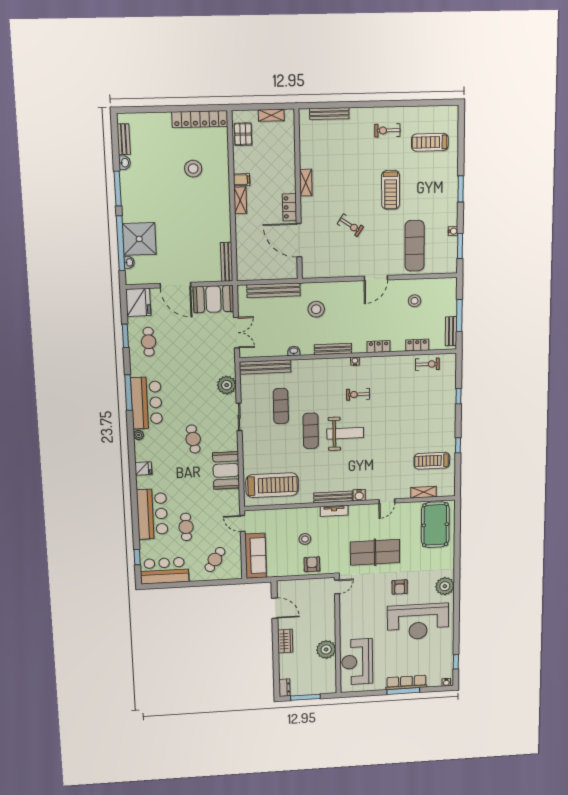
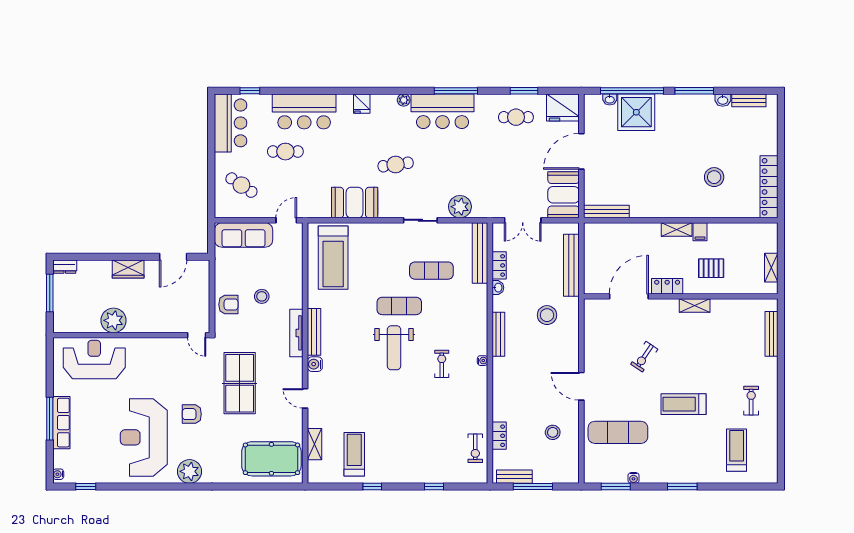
pallet: (243, 134) -> (711, 268), moved
locker: (379, 347) -> (499, 265), moved
tv unit: (334, 511) -> (296, 333), width x1.41

